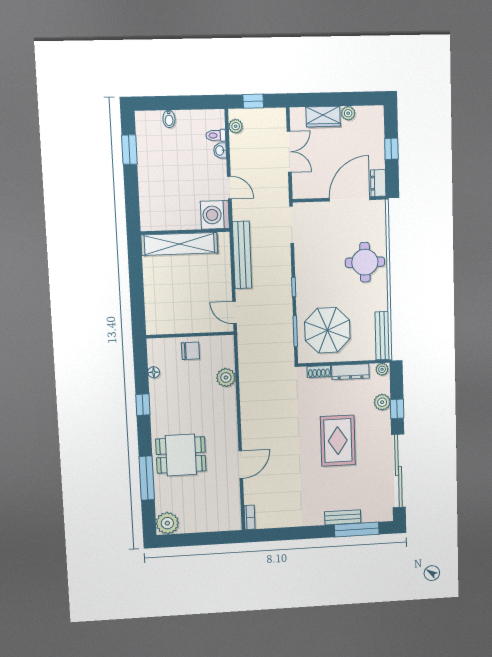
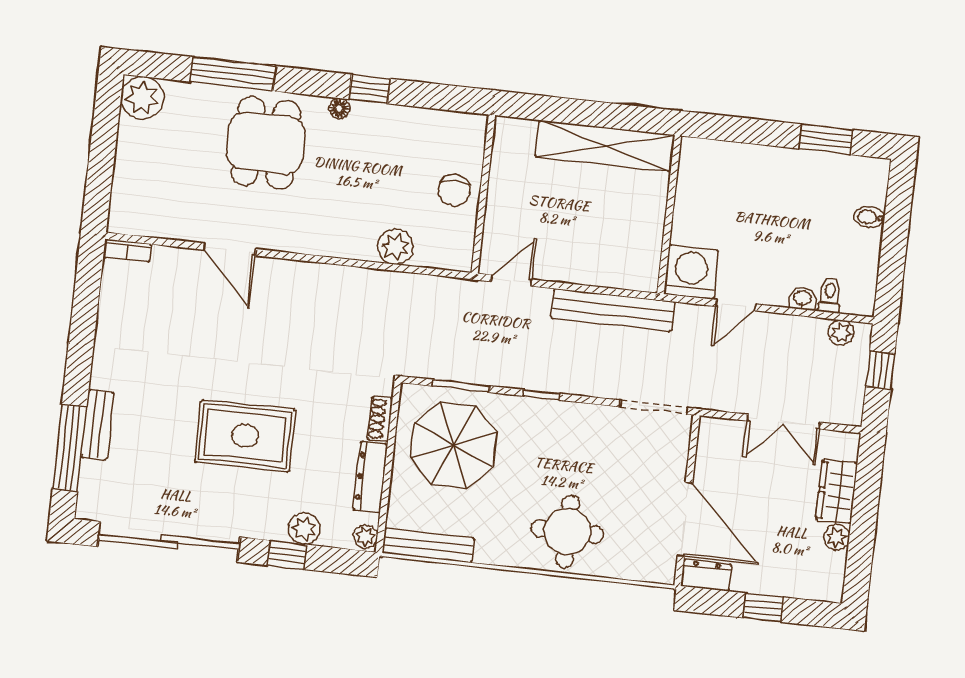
shelving: (179, 244) -> (605, 146), moved, turned 90
floor lamp: (154, 372) -> (339, 108), moved

